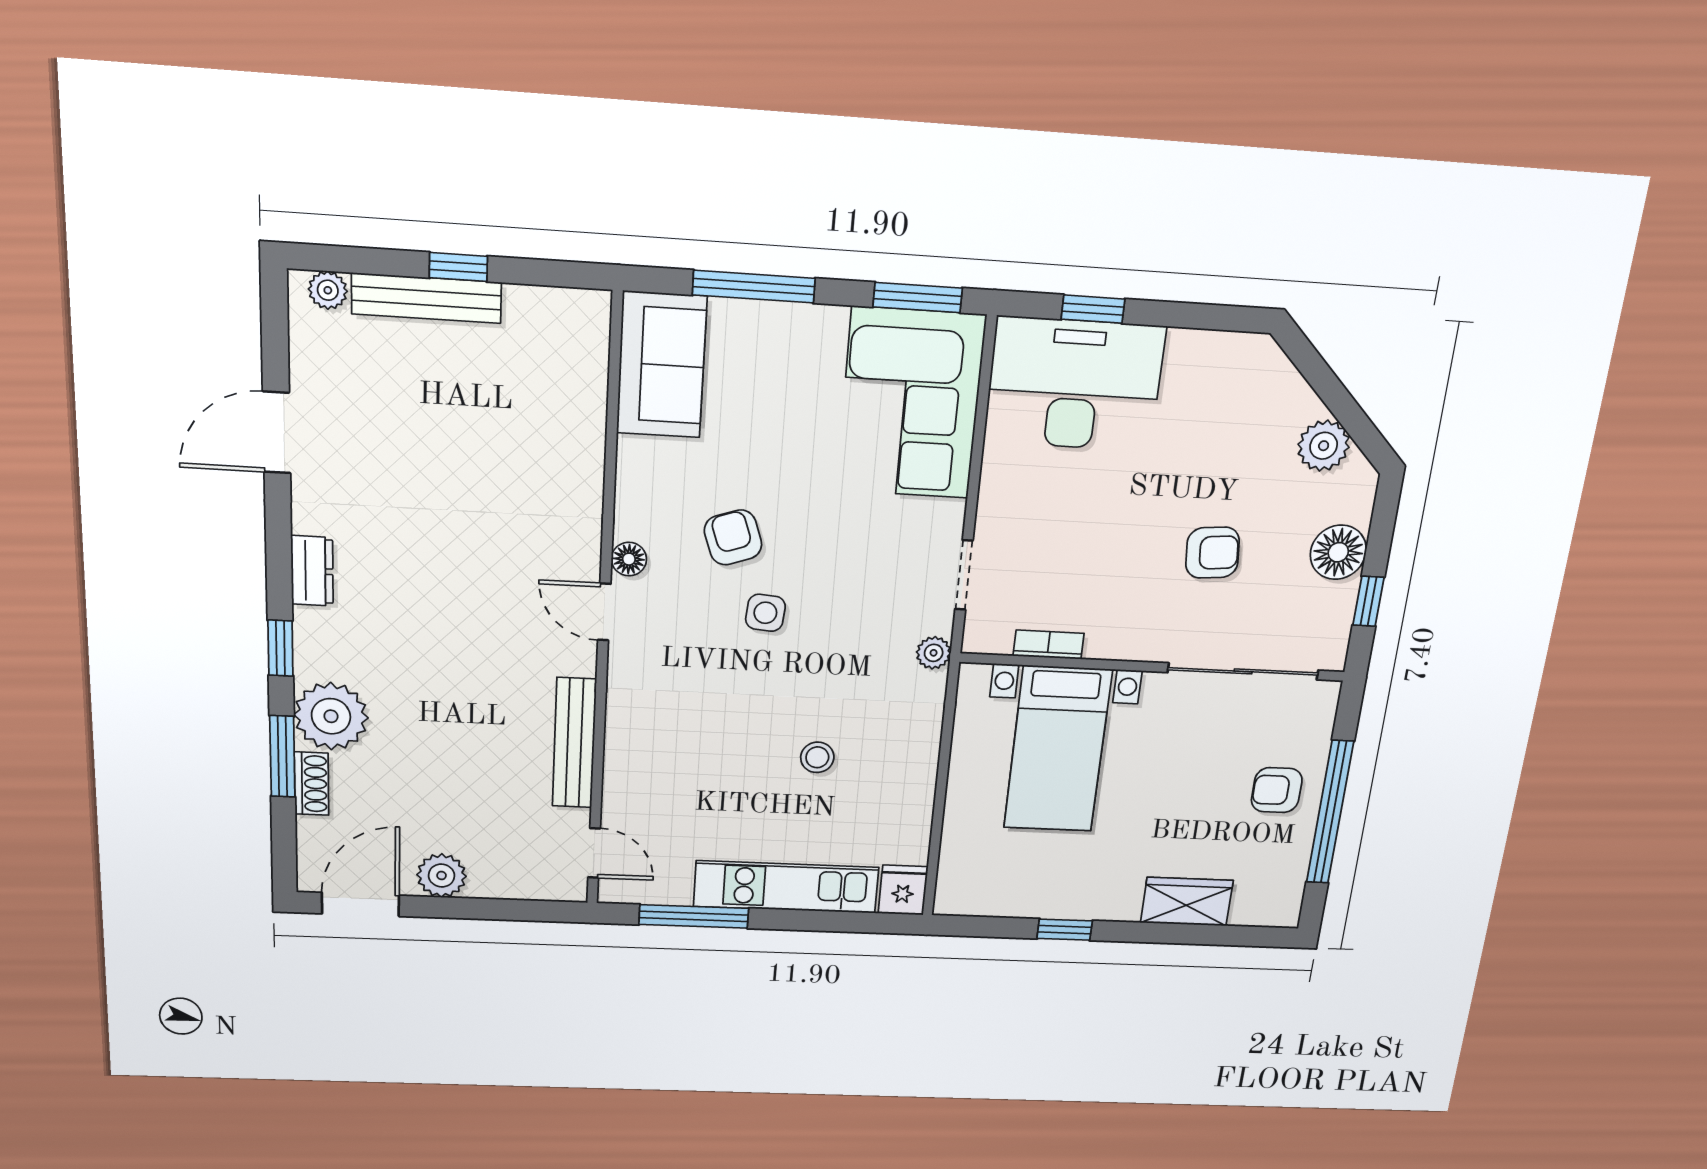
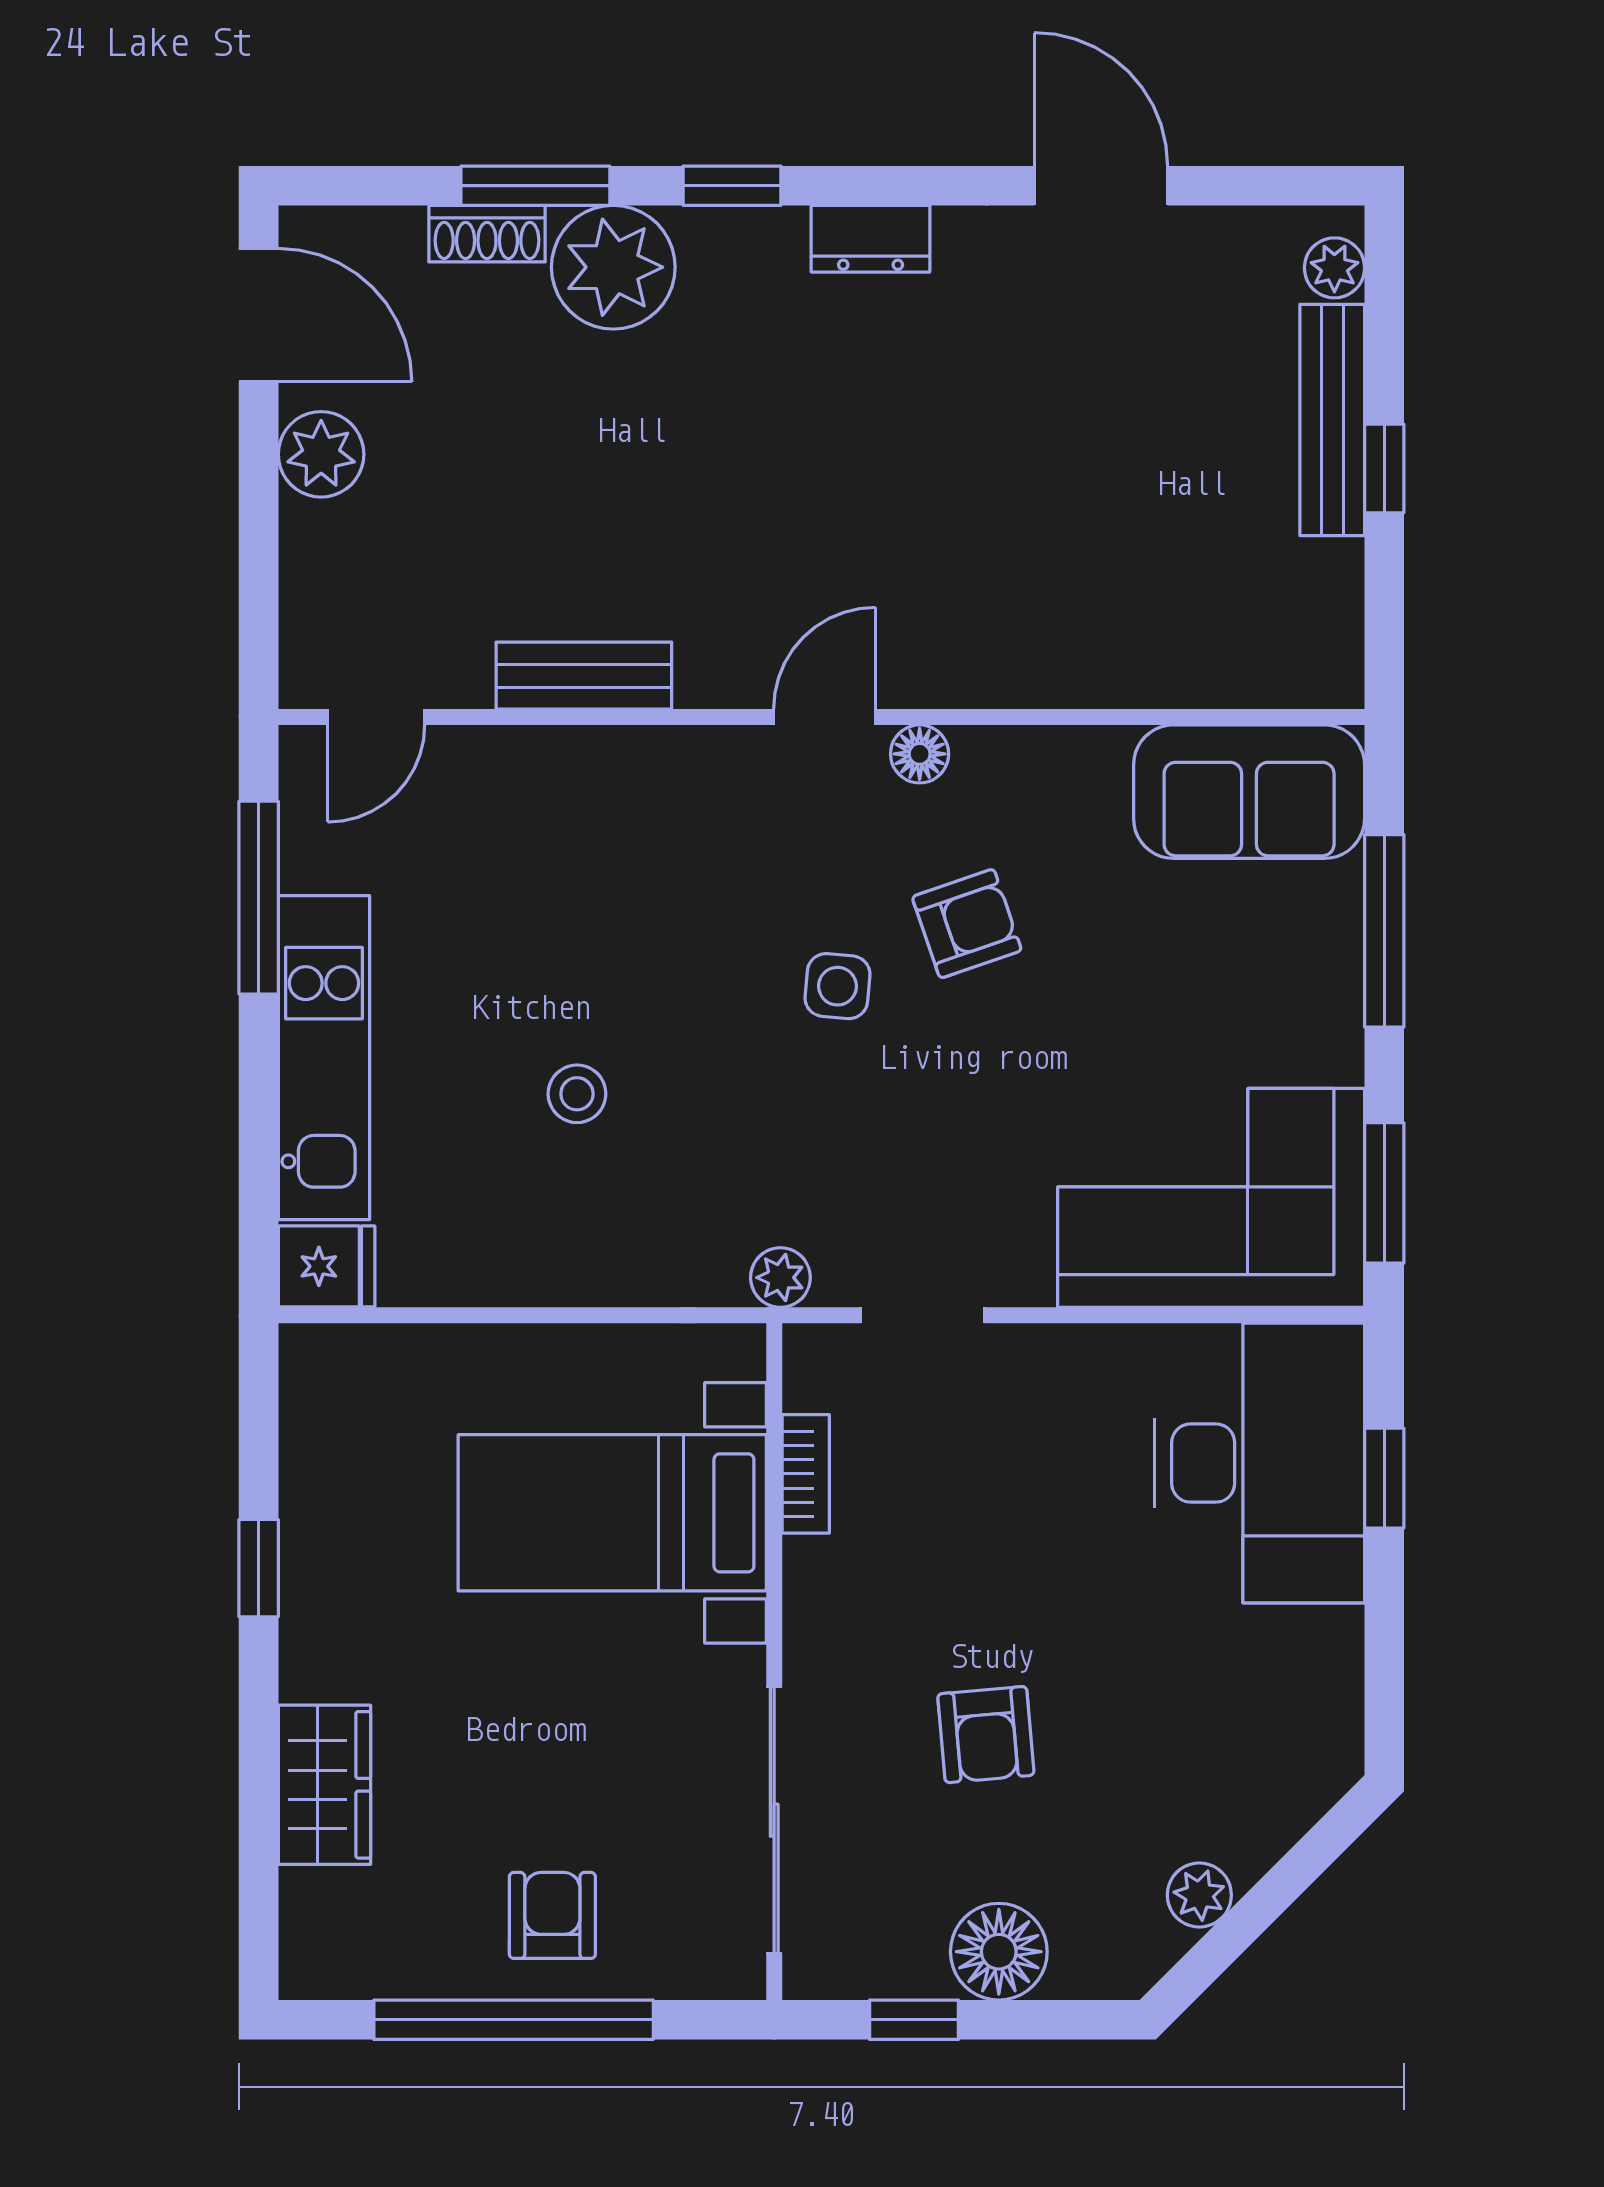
plant: (1324, 446) -> (1199, 1895), width x0.73, depth x0.73
bench: (574, 743) -> (584, 676), width x0.73

